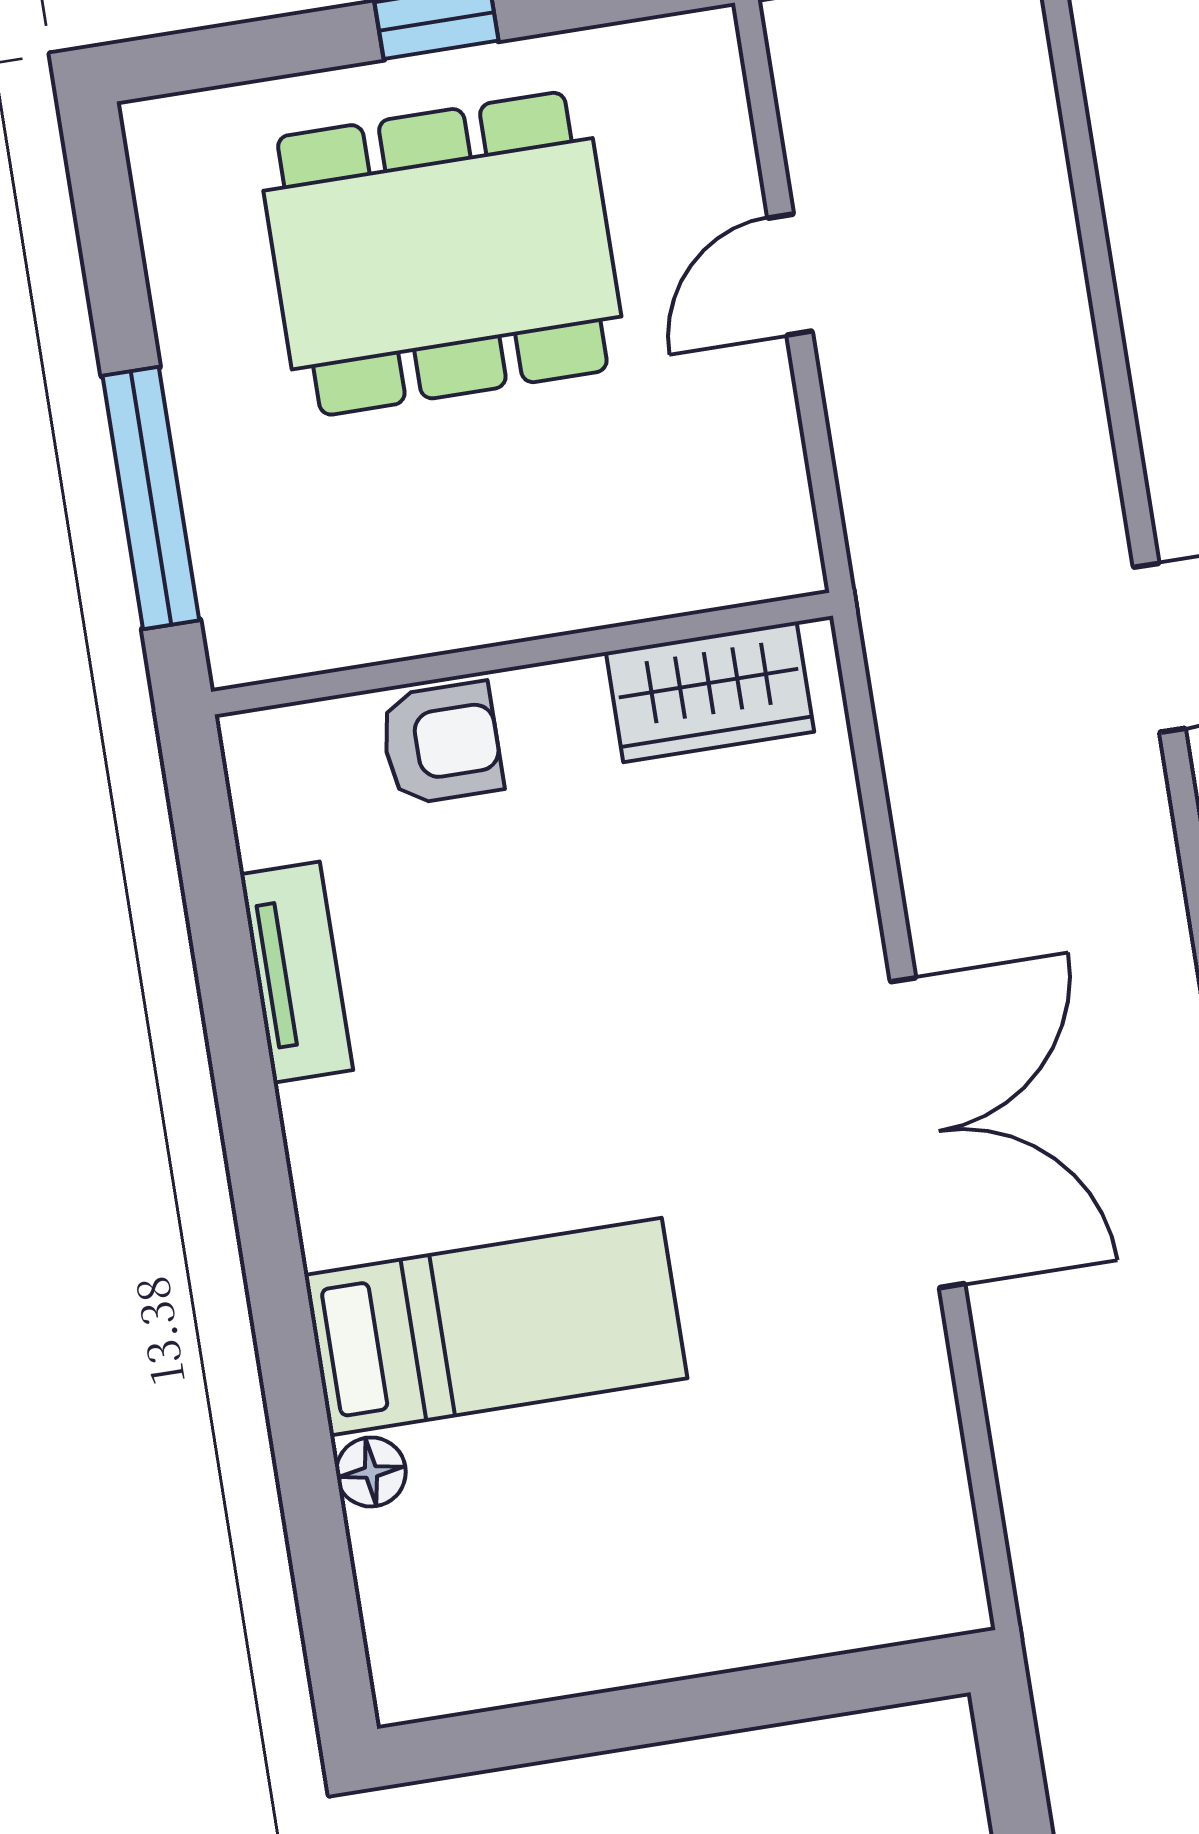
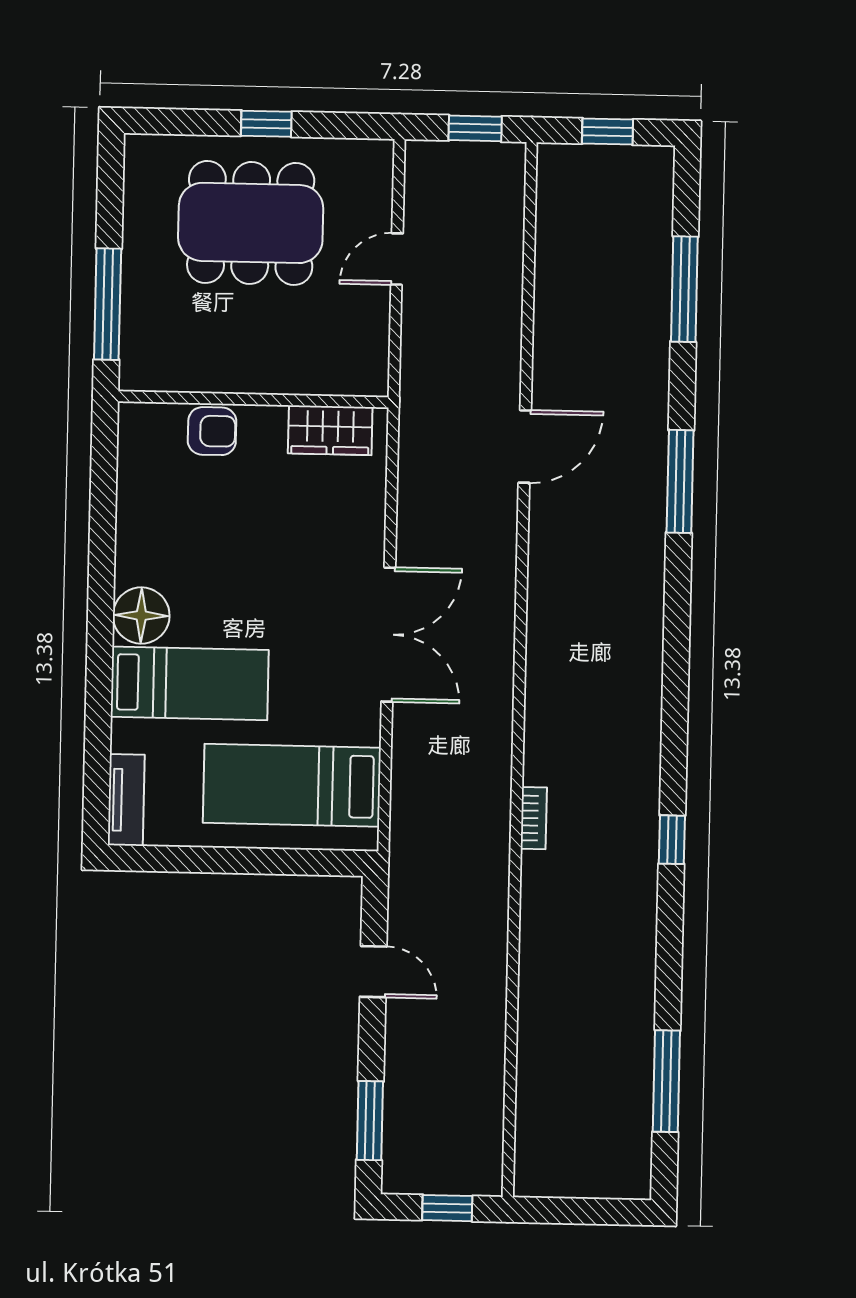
tv unit: (297, 972) -> (126, 800), moved
floor lamp: (371, 1472) -> (141, 616), moved, width x1.89, depth x1.89
bed: (771, 1516) -> (292, 785), added

